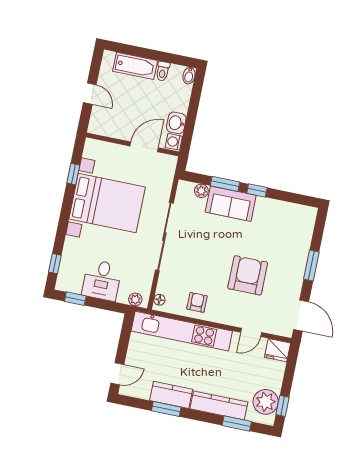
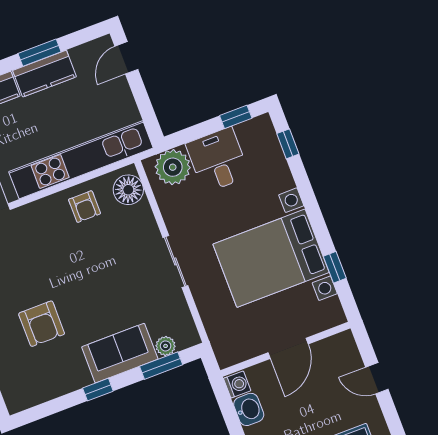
door: (144, 147) -> (288, 348), moved
window: (225, 184) -> (161, 366), moved
sliding door: (164, 237) -> (175, 261), width x0.54
armchair: (248, 275) -> (42, 324), moved, width x0.73, depth x0.73
plant: (135, 299) -> (173, 167), width x1.87, depth x1.87
floor lamp: (159, 300) -> (128, 190), width x1.89, depth x1.89

